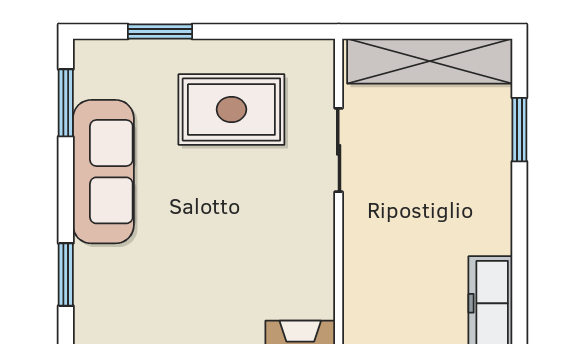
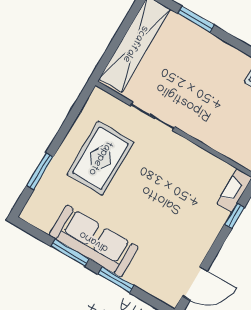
window: (66, 103) -> (70, 253), moved
window: (66, 275) -> (116, 280), moved

